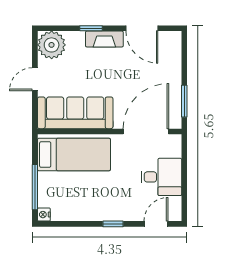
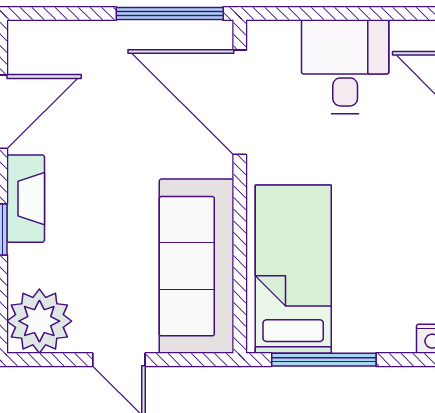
window: (184, 101) -> (170, 14), width x1.44
window: (35, 187) -> (324, 360), moved

